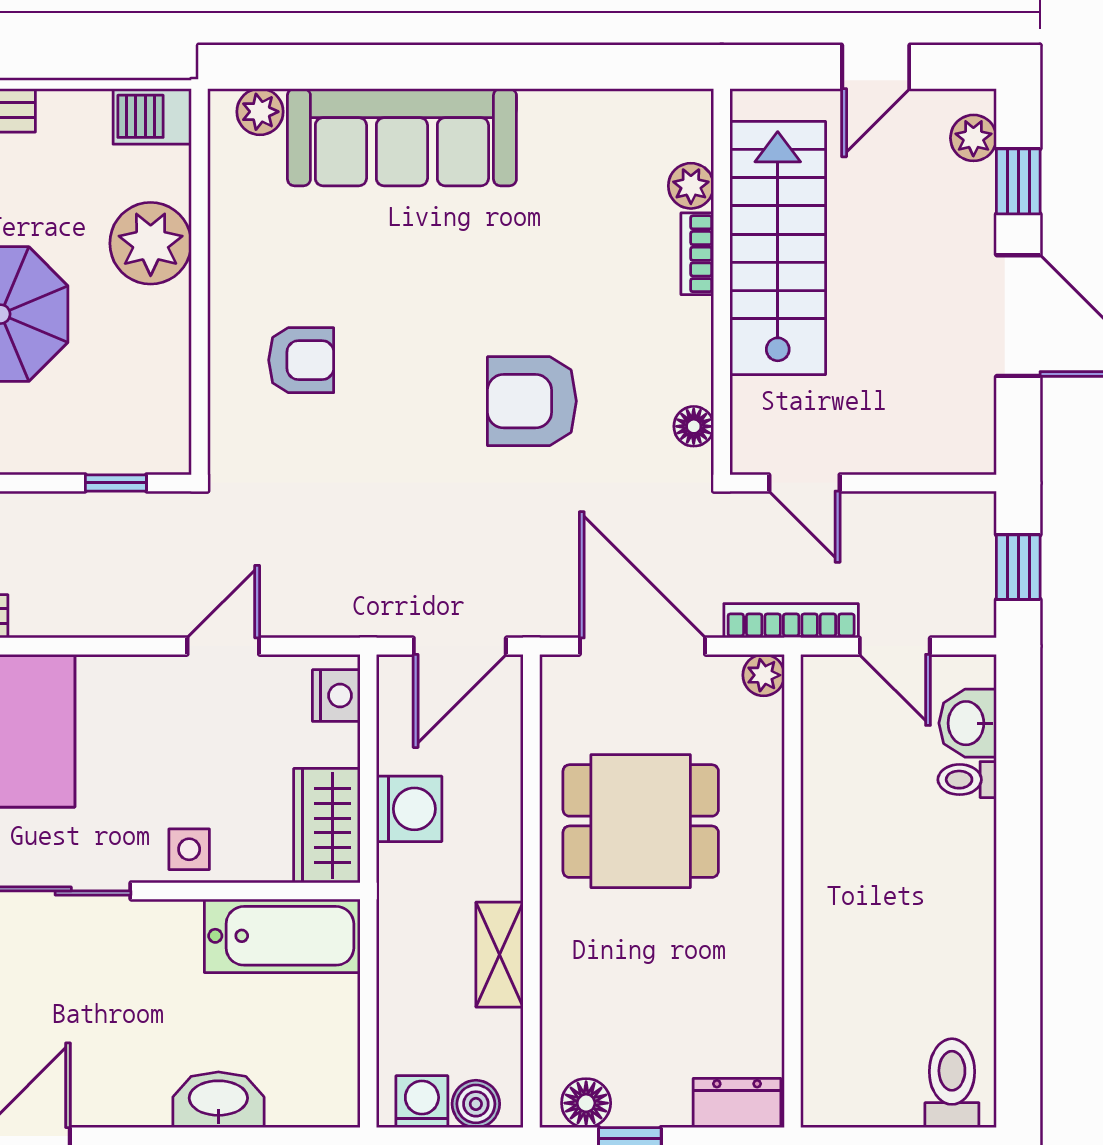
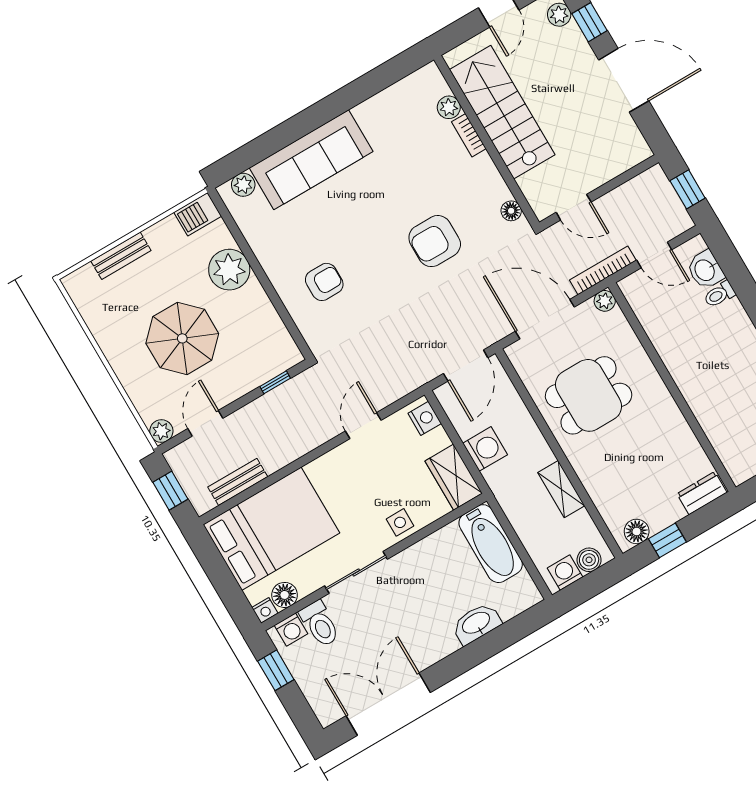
bathtub: (282, 936) -> (491, 544), moved, turned 90

